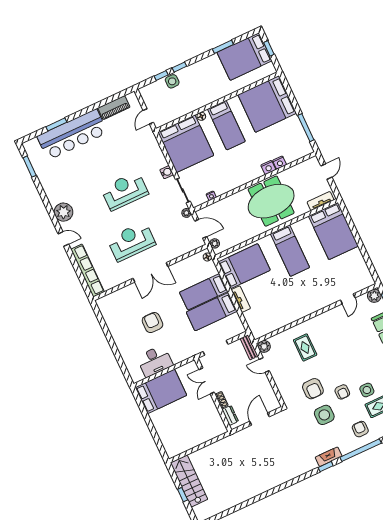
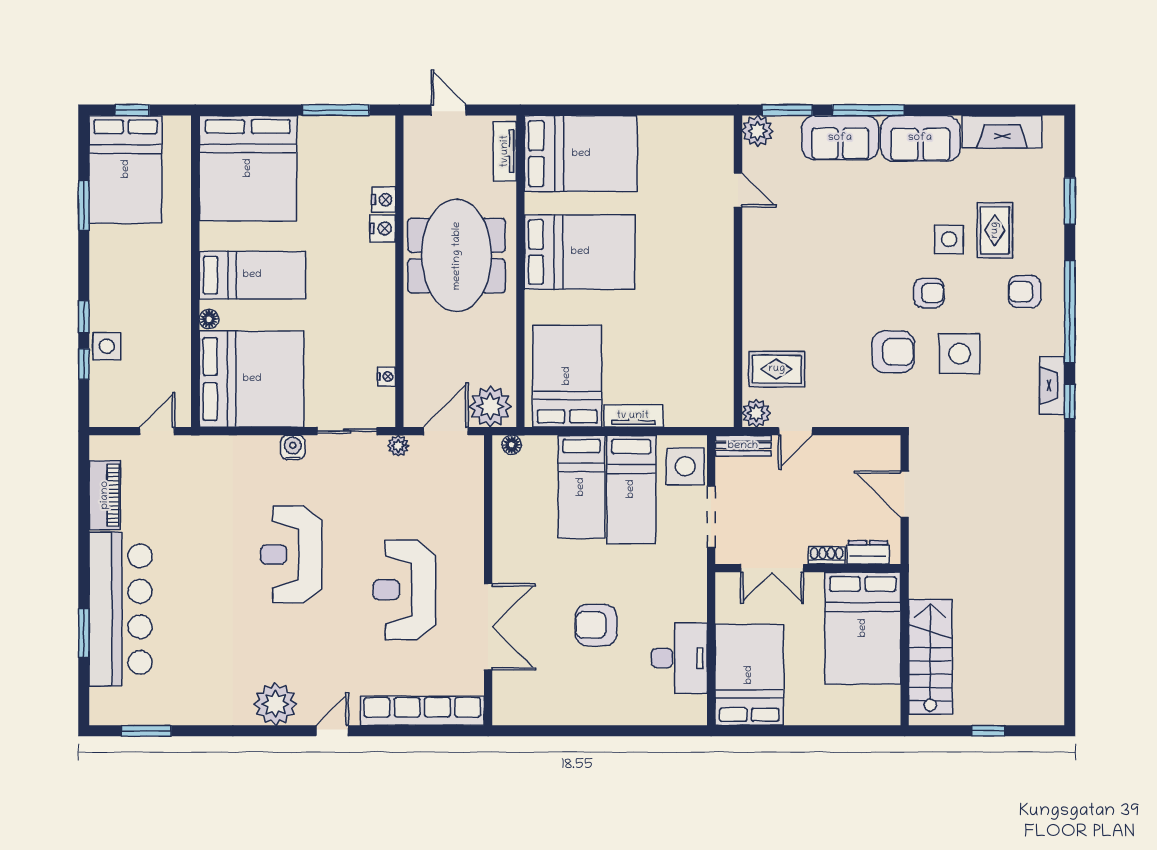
door: (148, 116) -> (157, 431), swing flipped
plant: (215, 243) -> (490, 406), width x1.88, depth x1.88
bed: (290, 251) -> (580, 252), width x1.50
double door: (150, 272) -> (488, 627), moved
side table: (230, 328) -> (685, 466), added
rug: (305, 347) -> (777, 369), moved
bed: (200, 427) -> (863, 628), added
stairs: (189, 481) -> (930, 657), moved, turned 90

